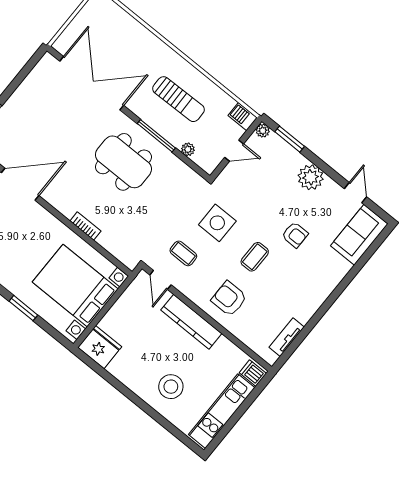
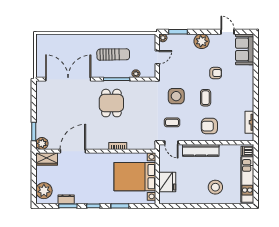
barbecue: (243, 117) -> (149, 39), removed
dining table: (123, 162) -> (111, 103), width x0.73
fridge: (100, 347) -> (167, 182), moved, turned 90

